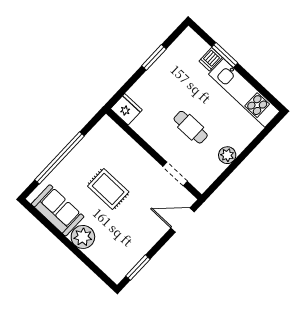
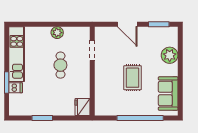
door: (183, 220) -> (127, 24), moved
plant: (83, 237) -> (170, 55), moved

